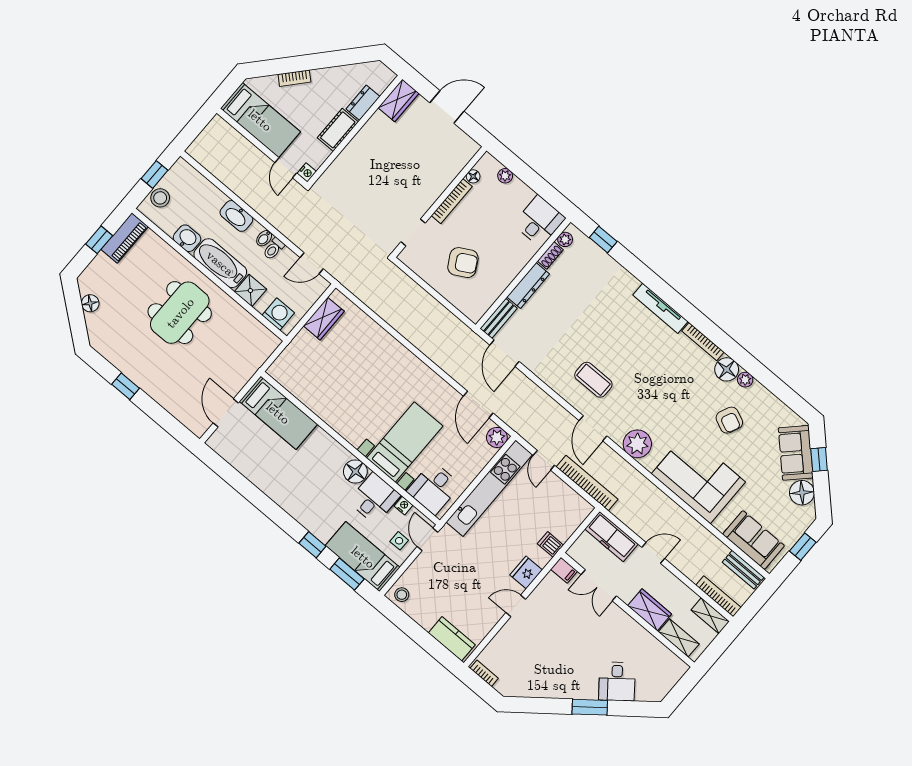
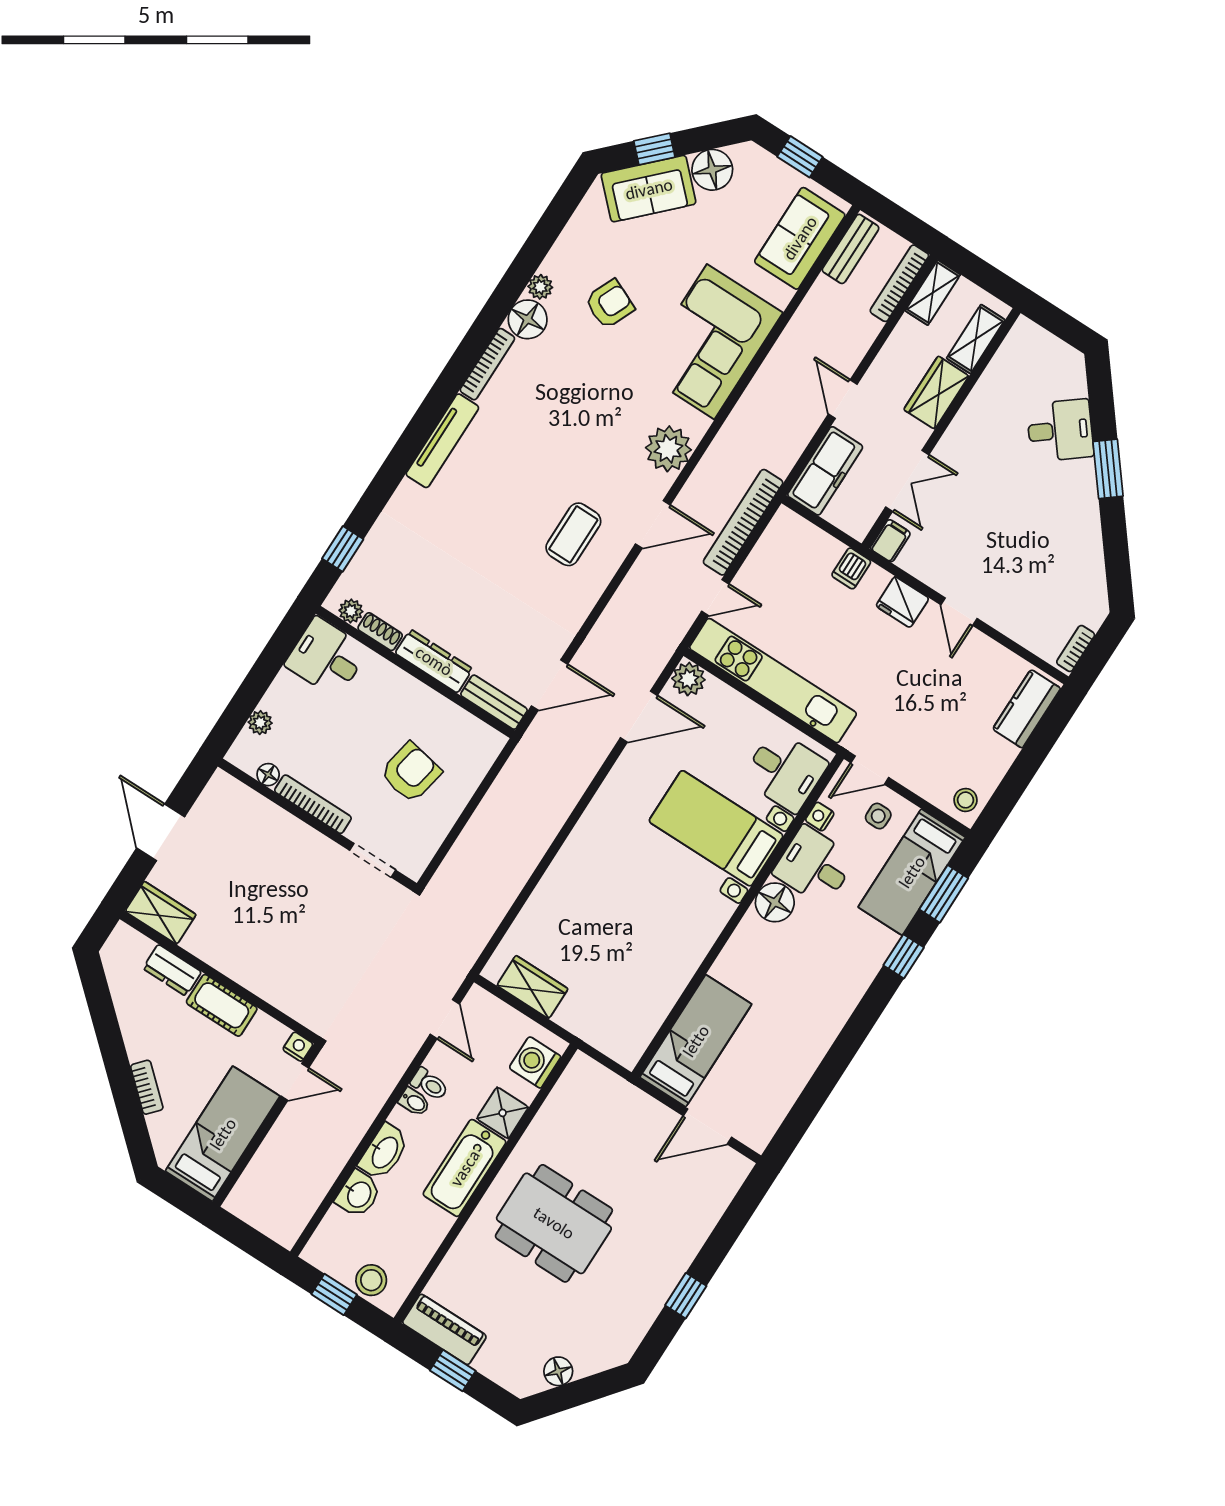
washbasin: (187, 238) -> (358, 1194), moved, turned 180
armchair: (463, 263) -> (411, 772), turned 40

